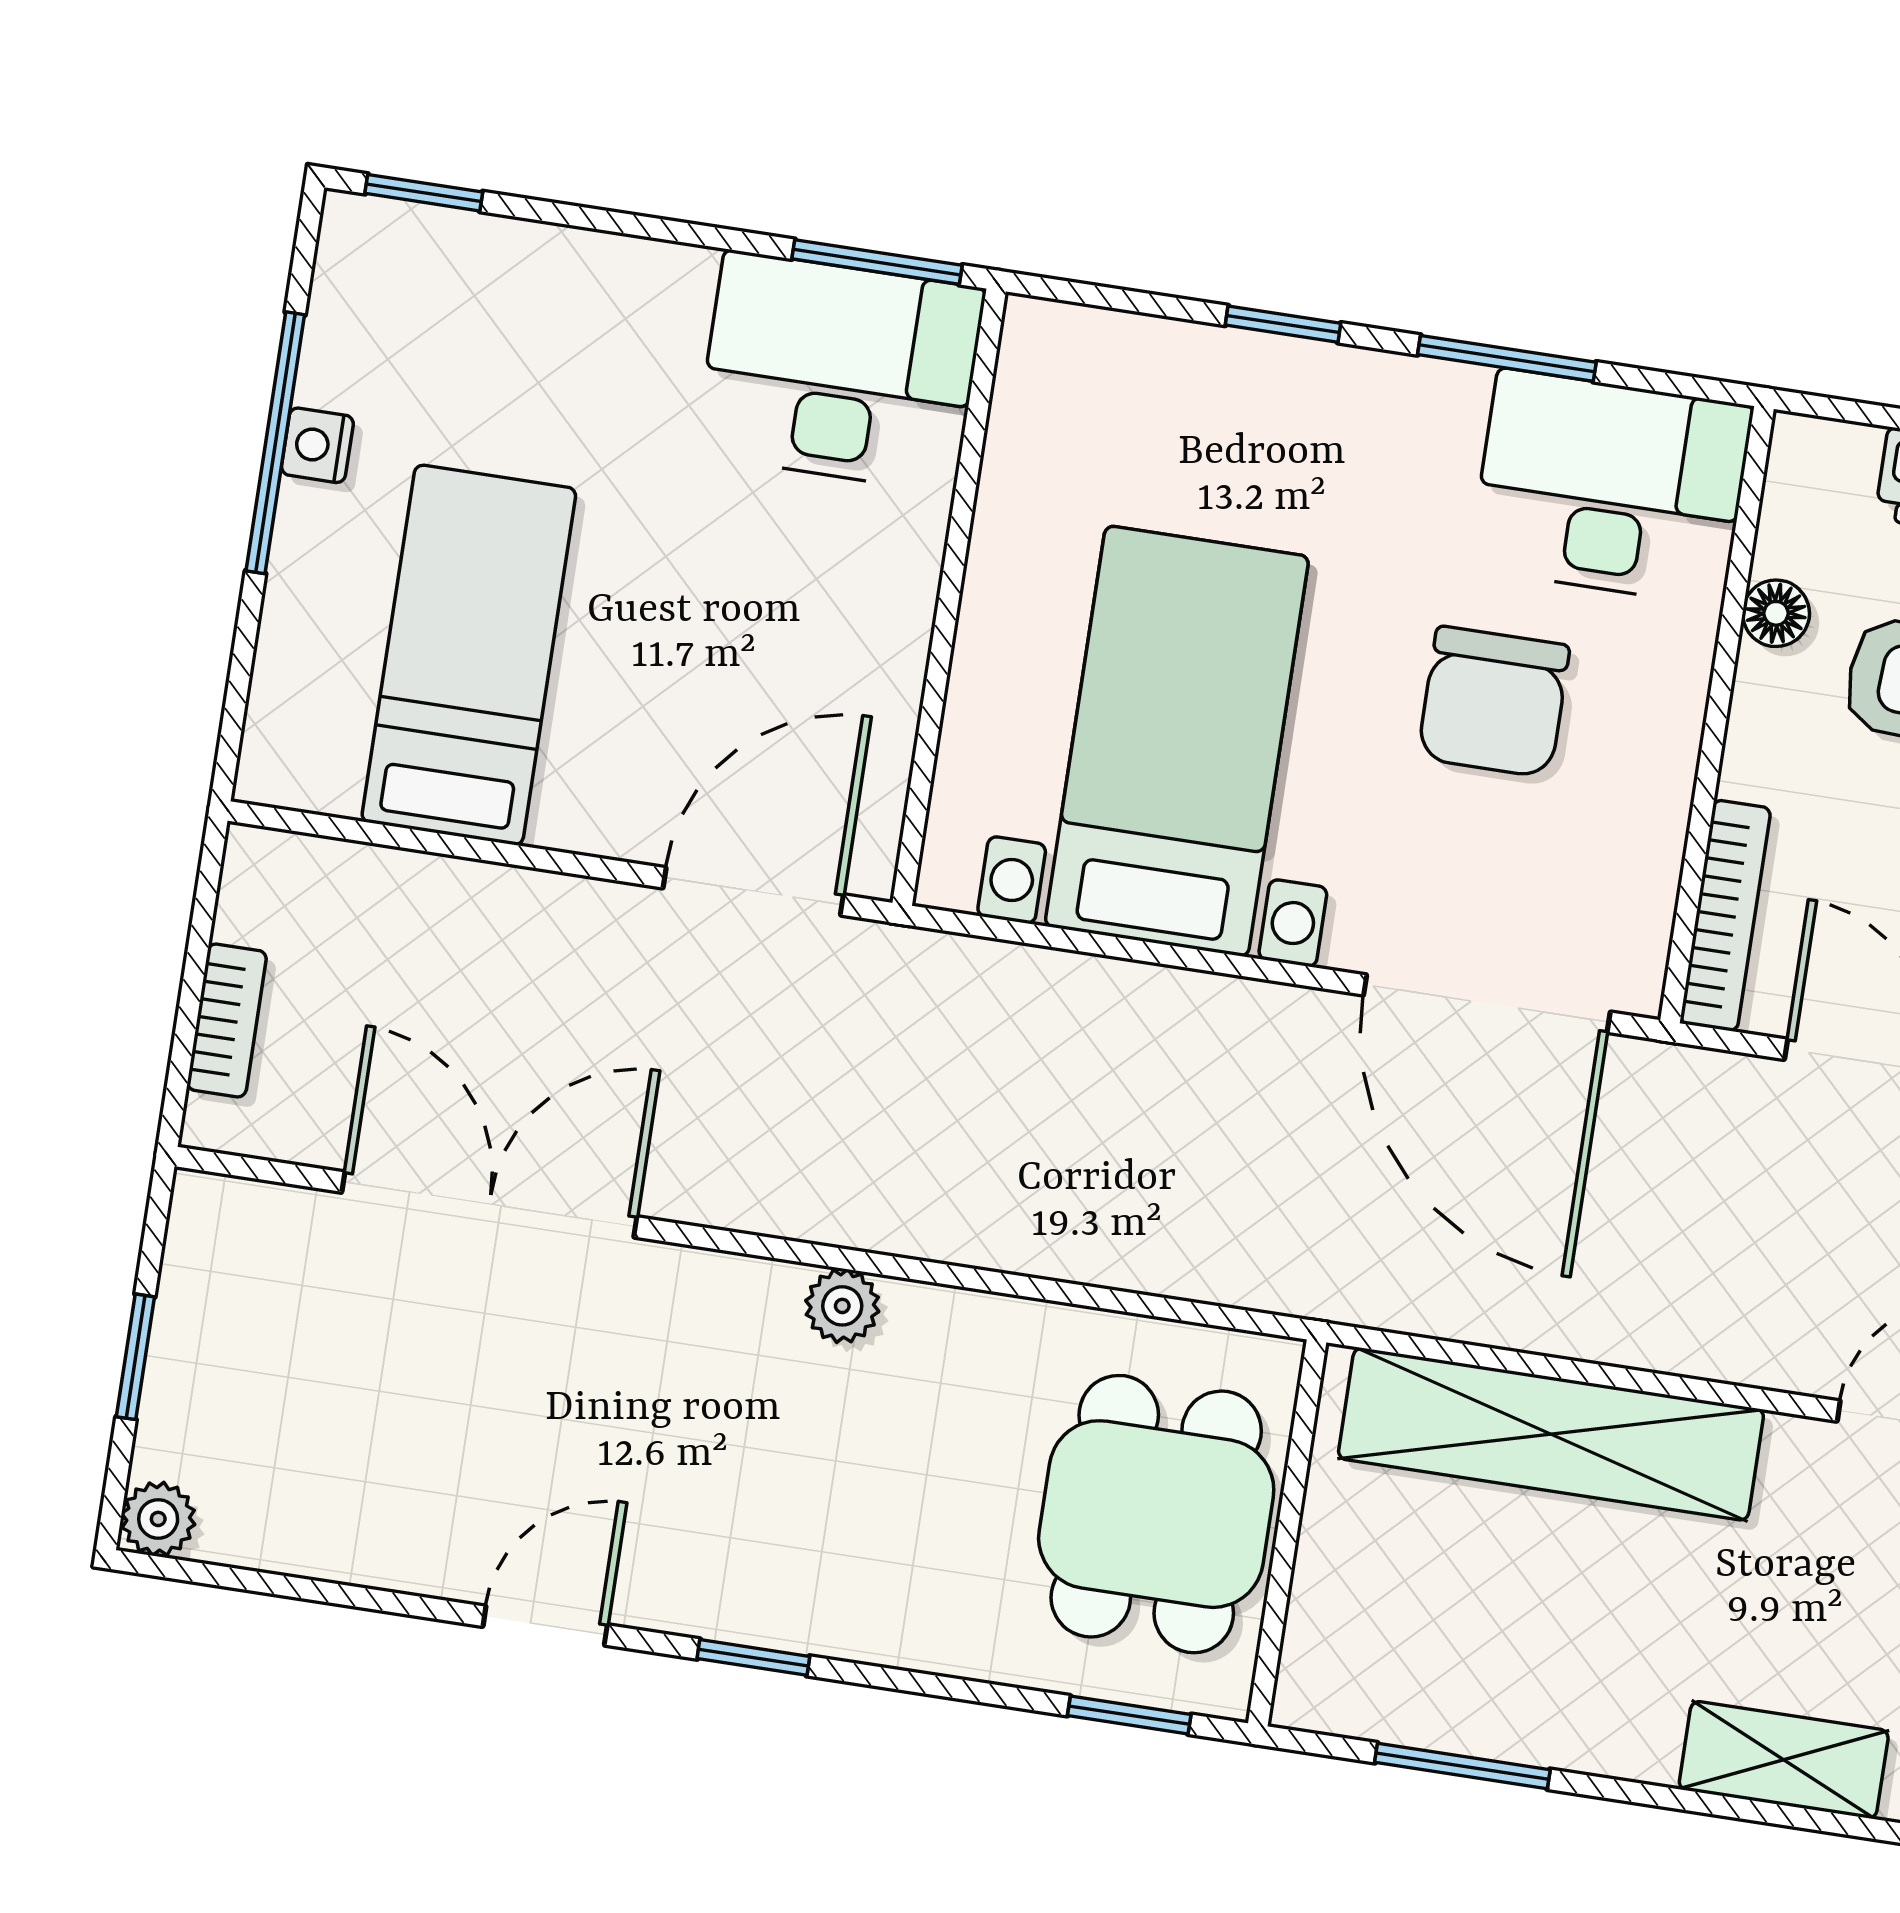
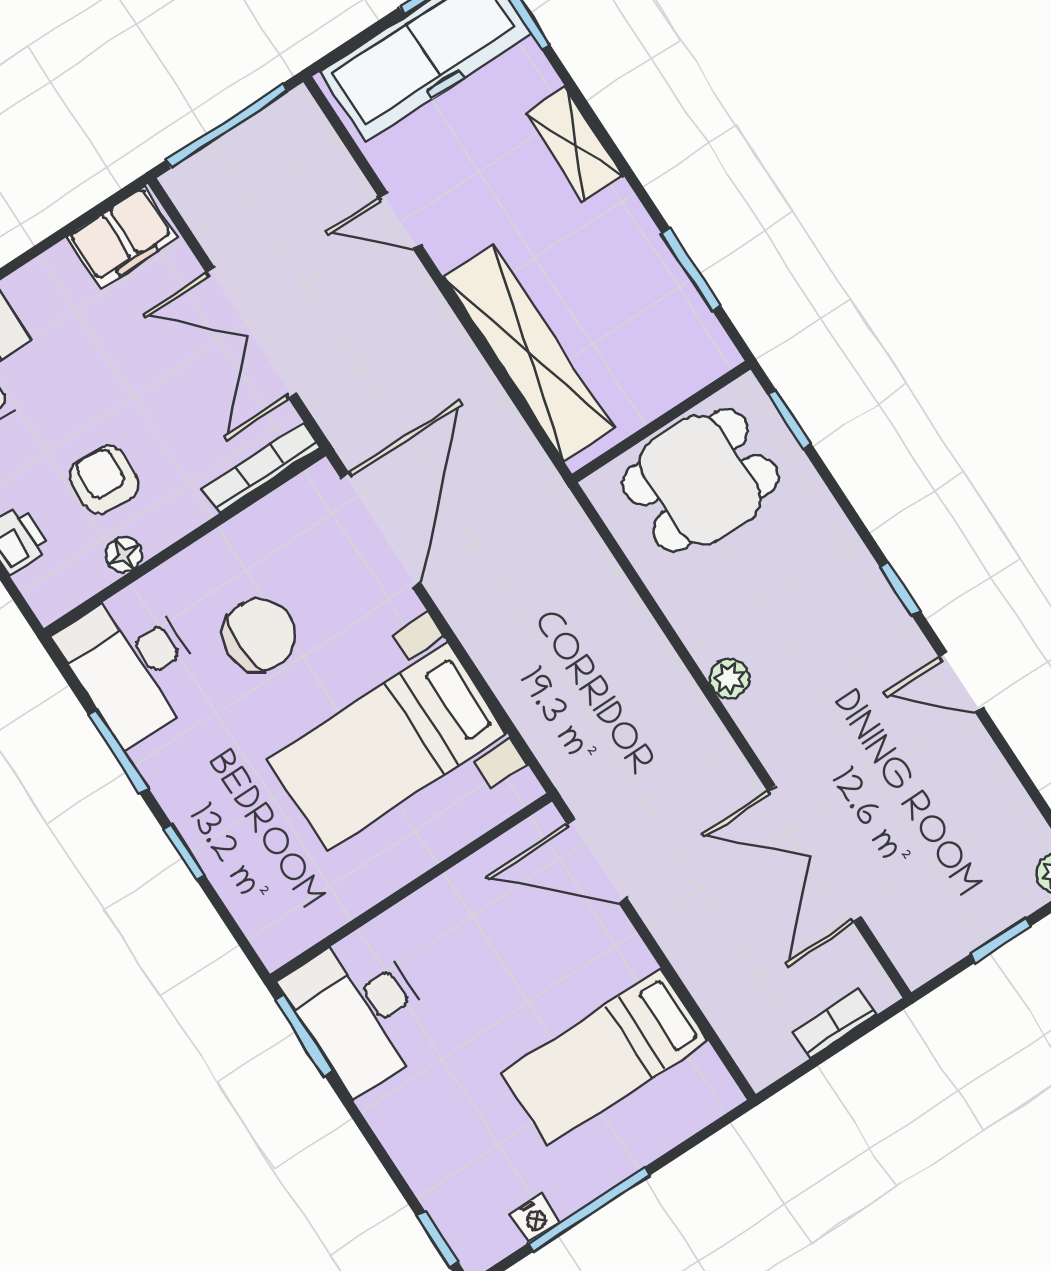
nightstand: (317, 445) -> (535, 1218), moved

